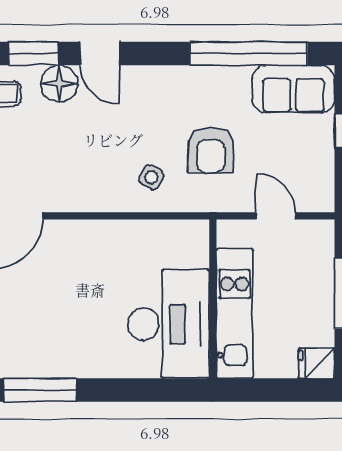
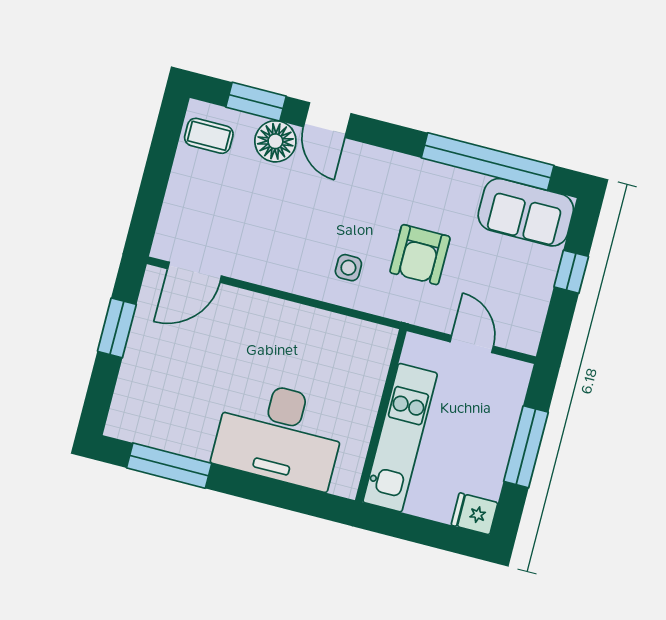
side table: (151, 177) -> (348, 268), turned -31
desk: (169, 324) -> (280, 434), moved, turned 90

